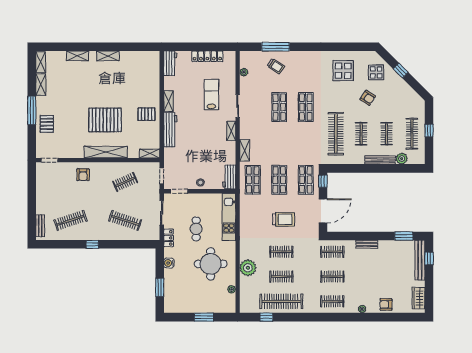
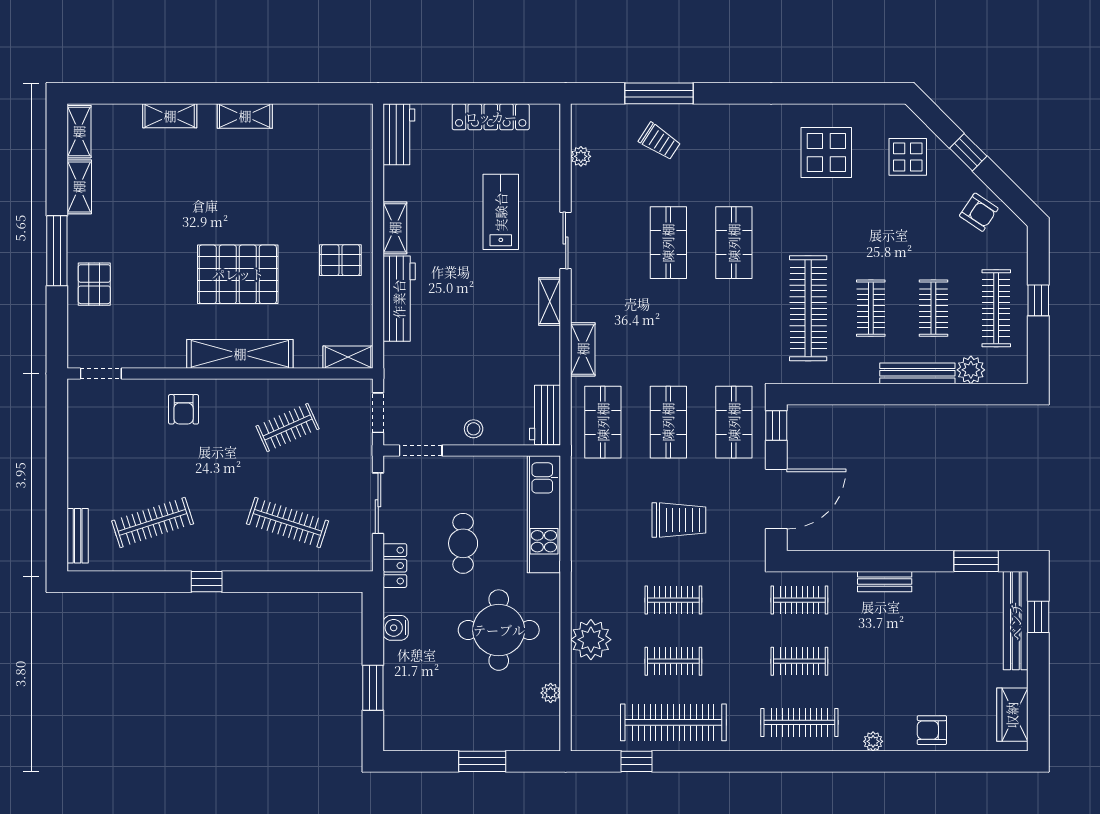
armchair: (368, 98) -> (979, 212), moved
clothes rail: (332, 301) -> (799, 722), width x1.36

